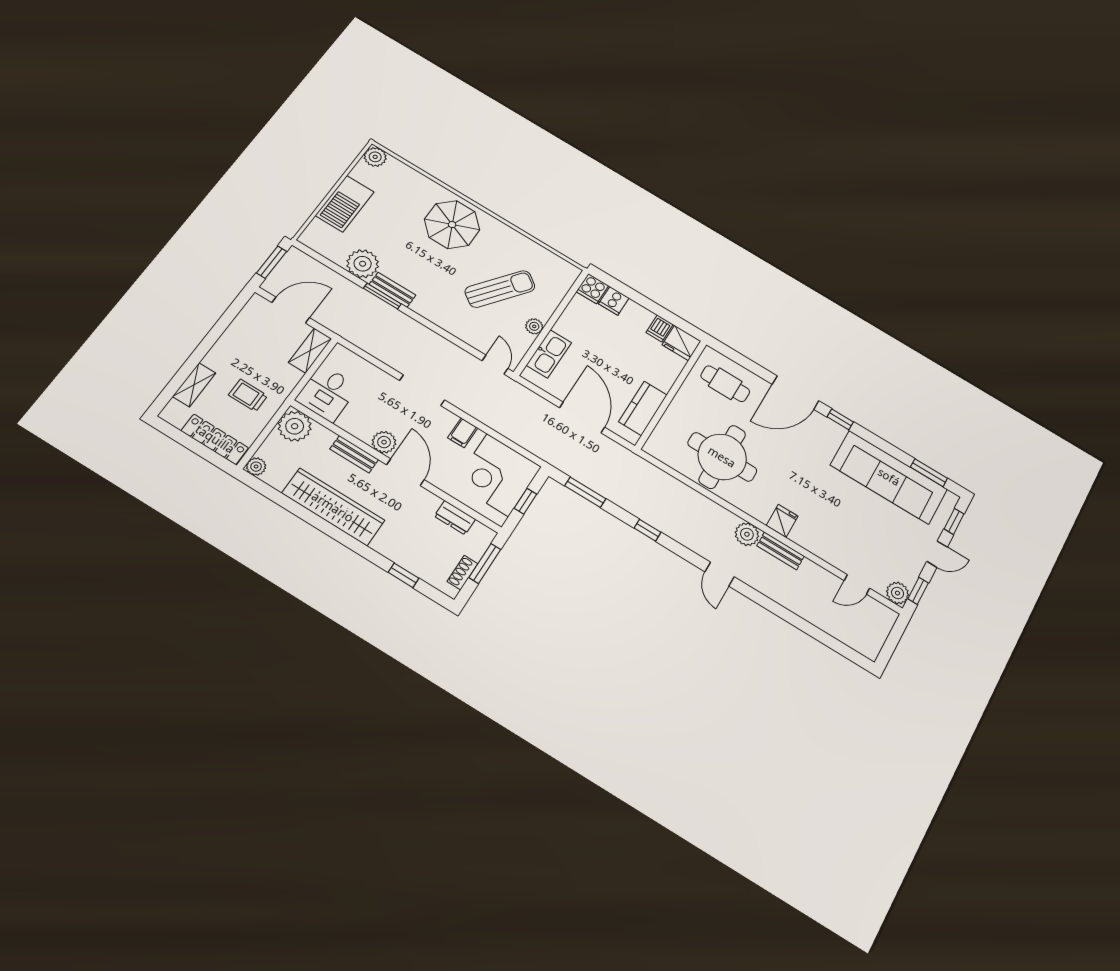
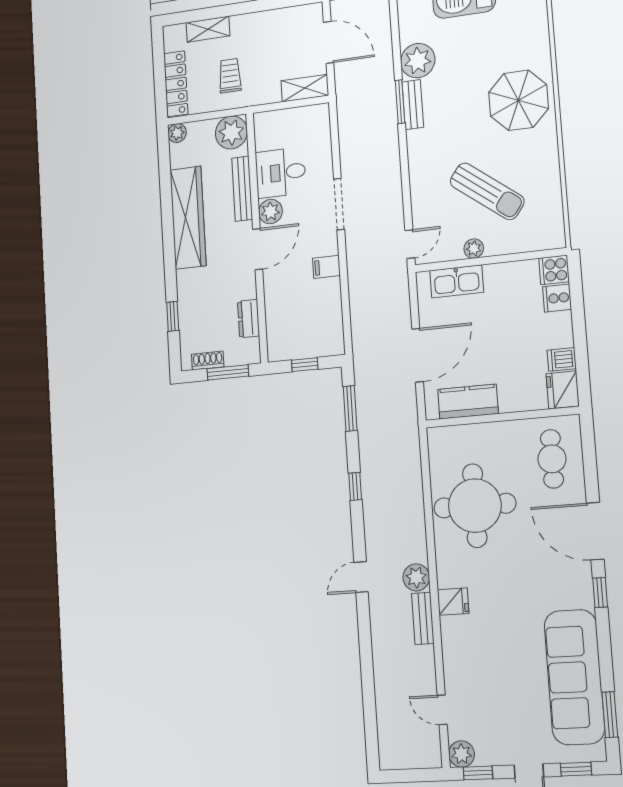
desk: (327, 393) -> (281, 173), moved
bench: (354, 454) -> (242, 189), width x1.36
corner desk: (498, 475) -> (311, 324), removed

